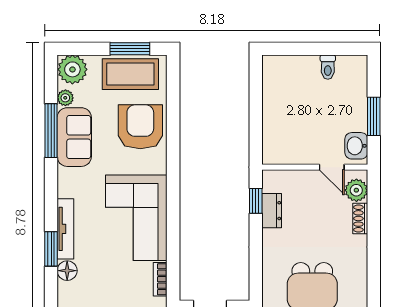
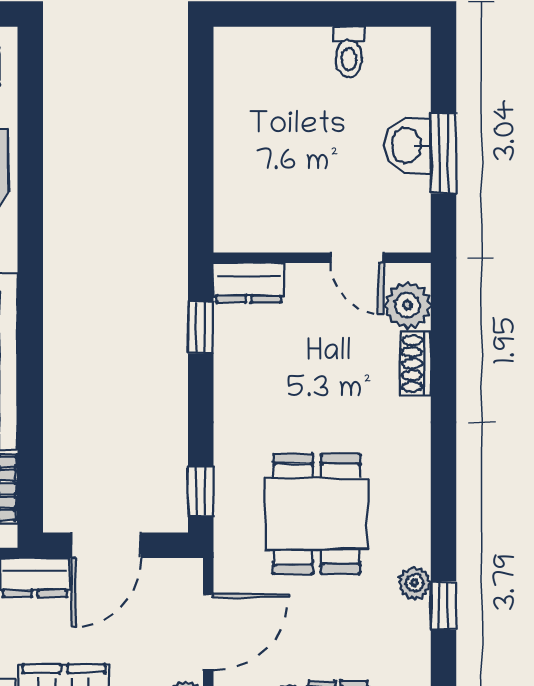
washbasin: (356, 146) -> (408, 145), moved
dresser: (272, 211) -> (249, 283), moved, turned 90
window: (256, 281) -> (201, 492), added

